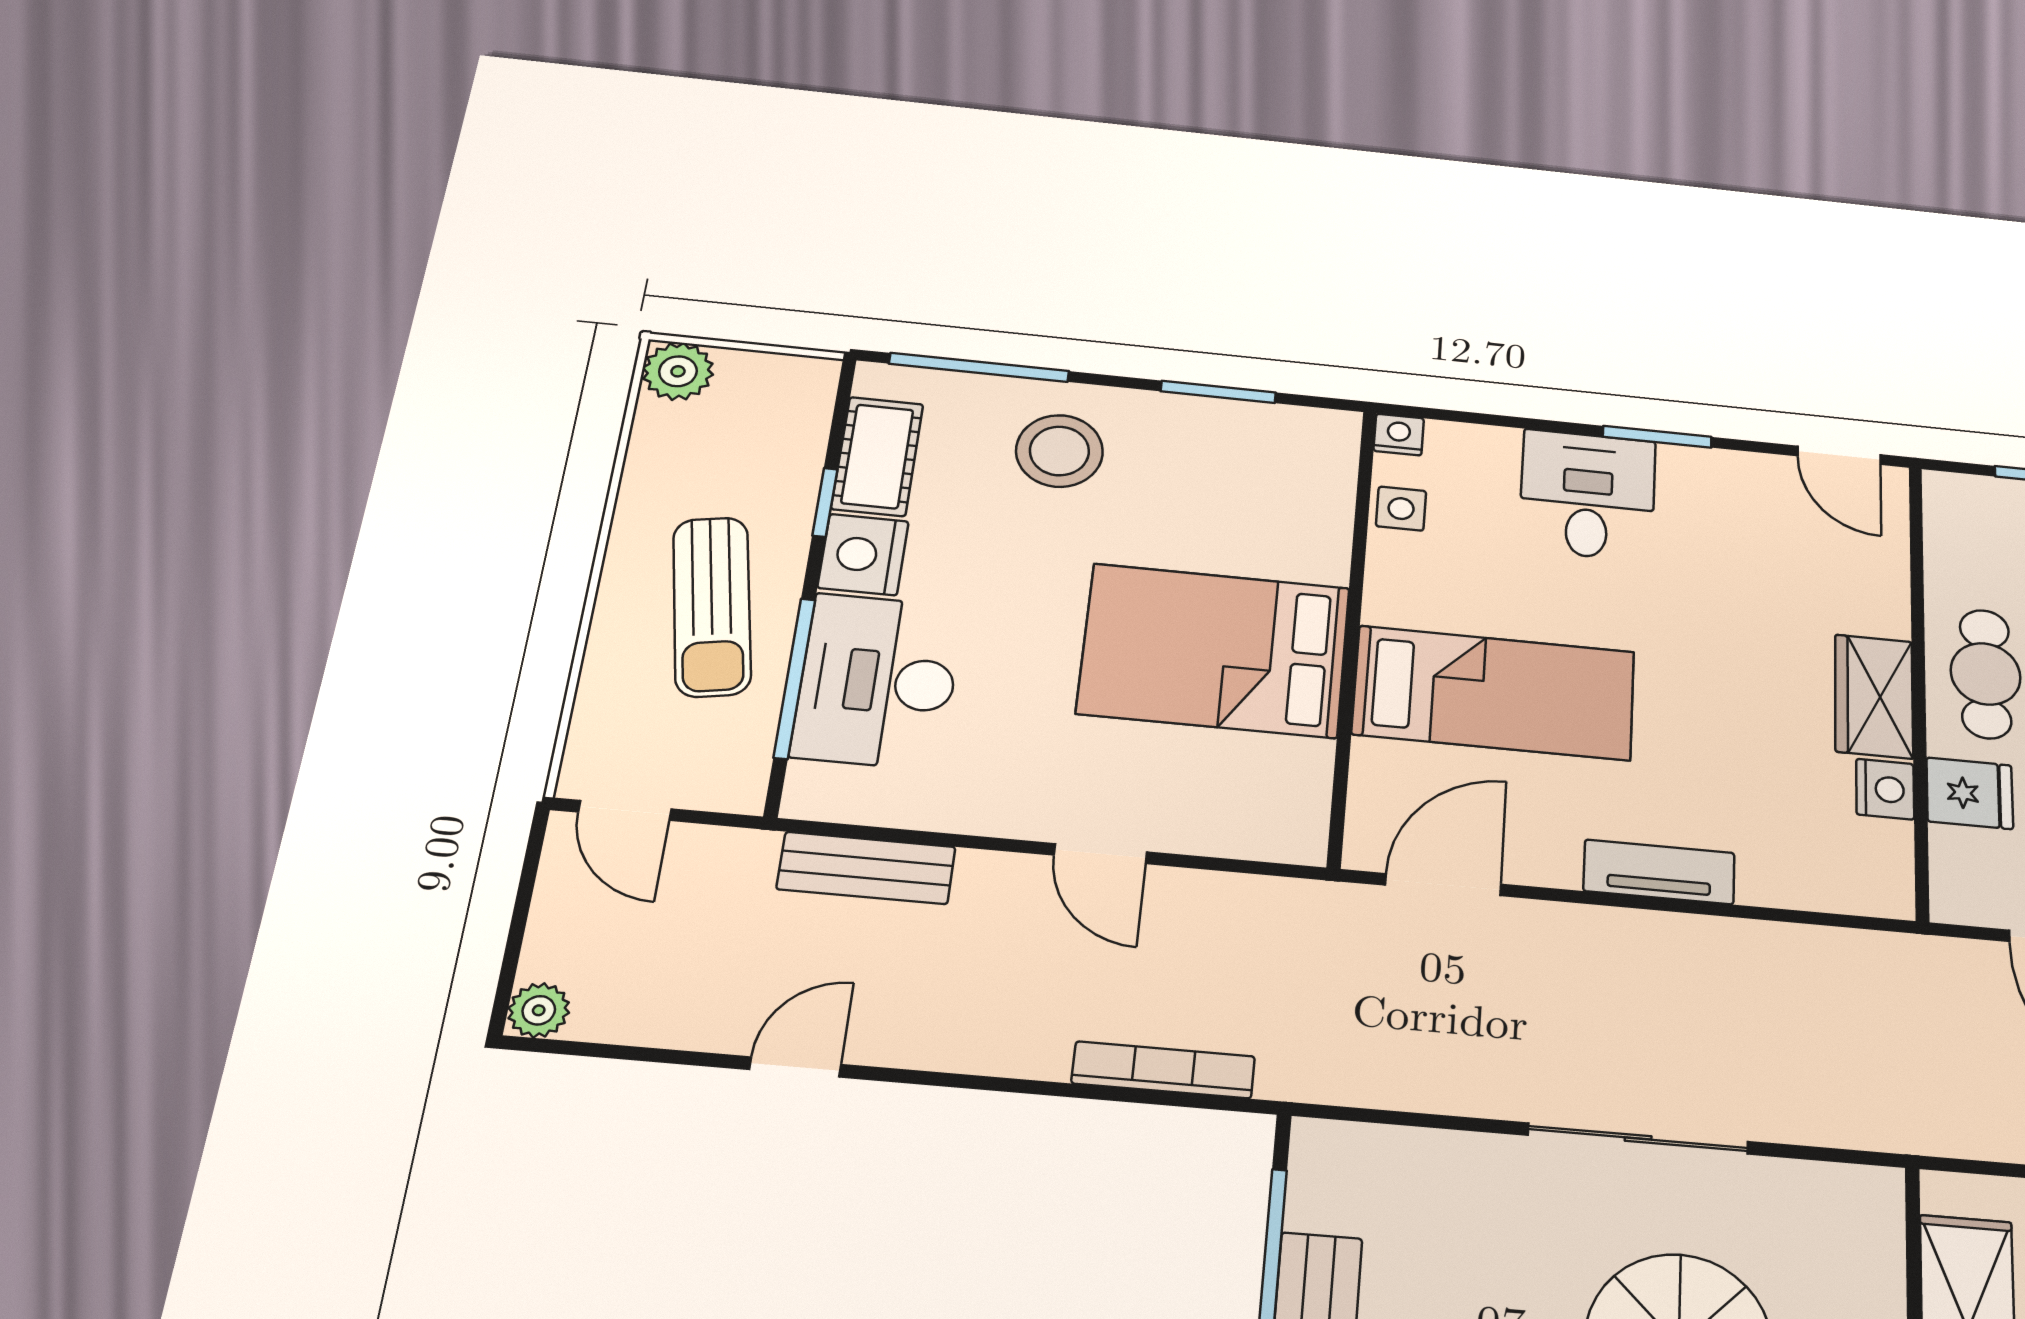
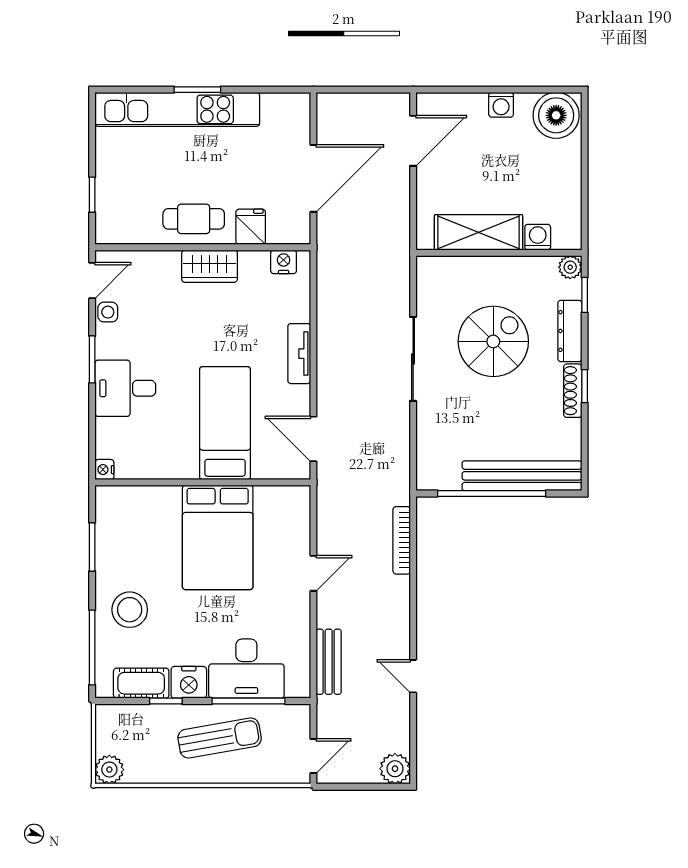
side table: (1401, 509) -> (108, 312), moved
nightstand: (1885, 789) -> (284, 262), moved
plant: (539, 1010) -> (395, 769), width x1.38, depth x1.38

